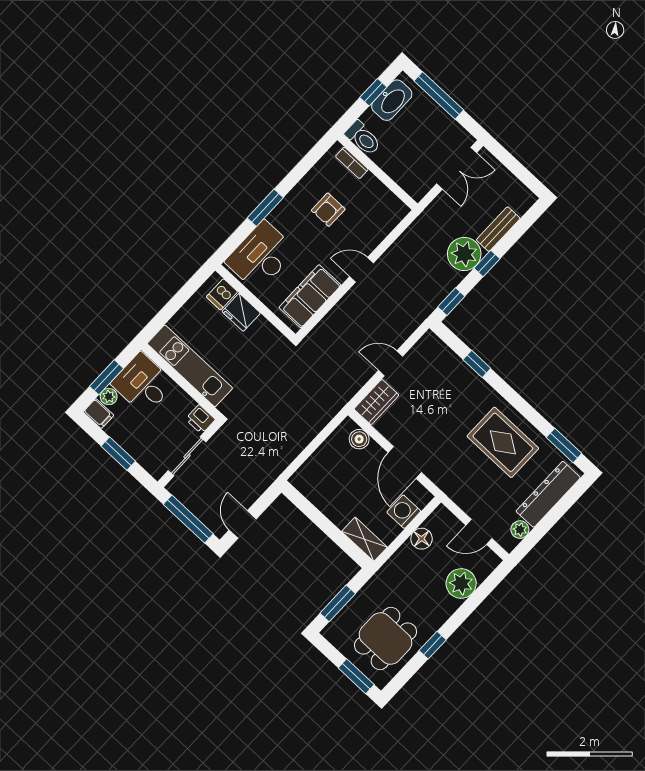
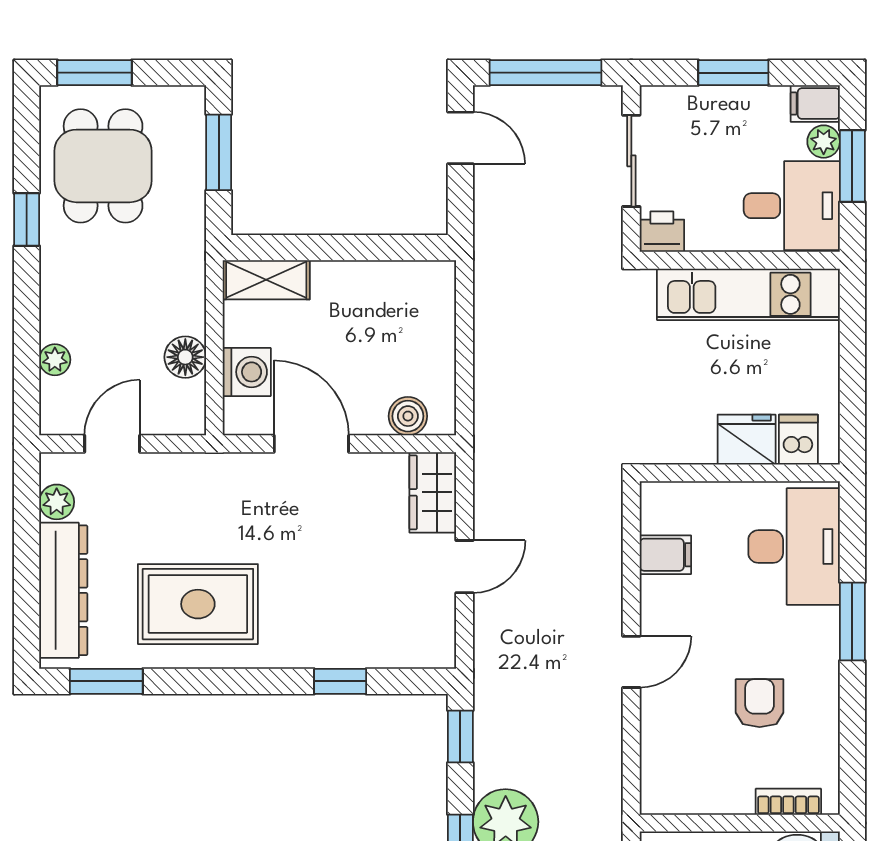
filing cabinet: (310, 296) -> (665, 555), width x0.33, depth x0.86
plant: (461, 583) -> (55, 360), width x0.53, depth x0.53

